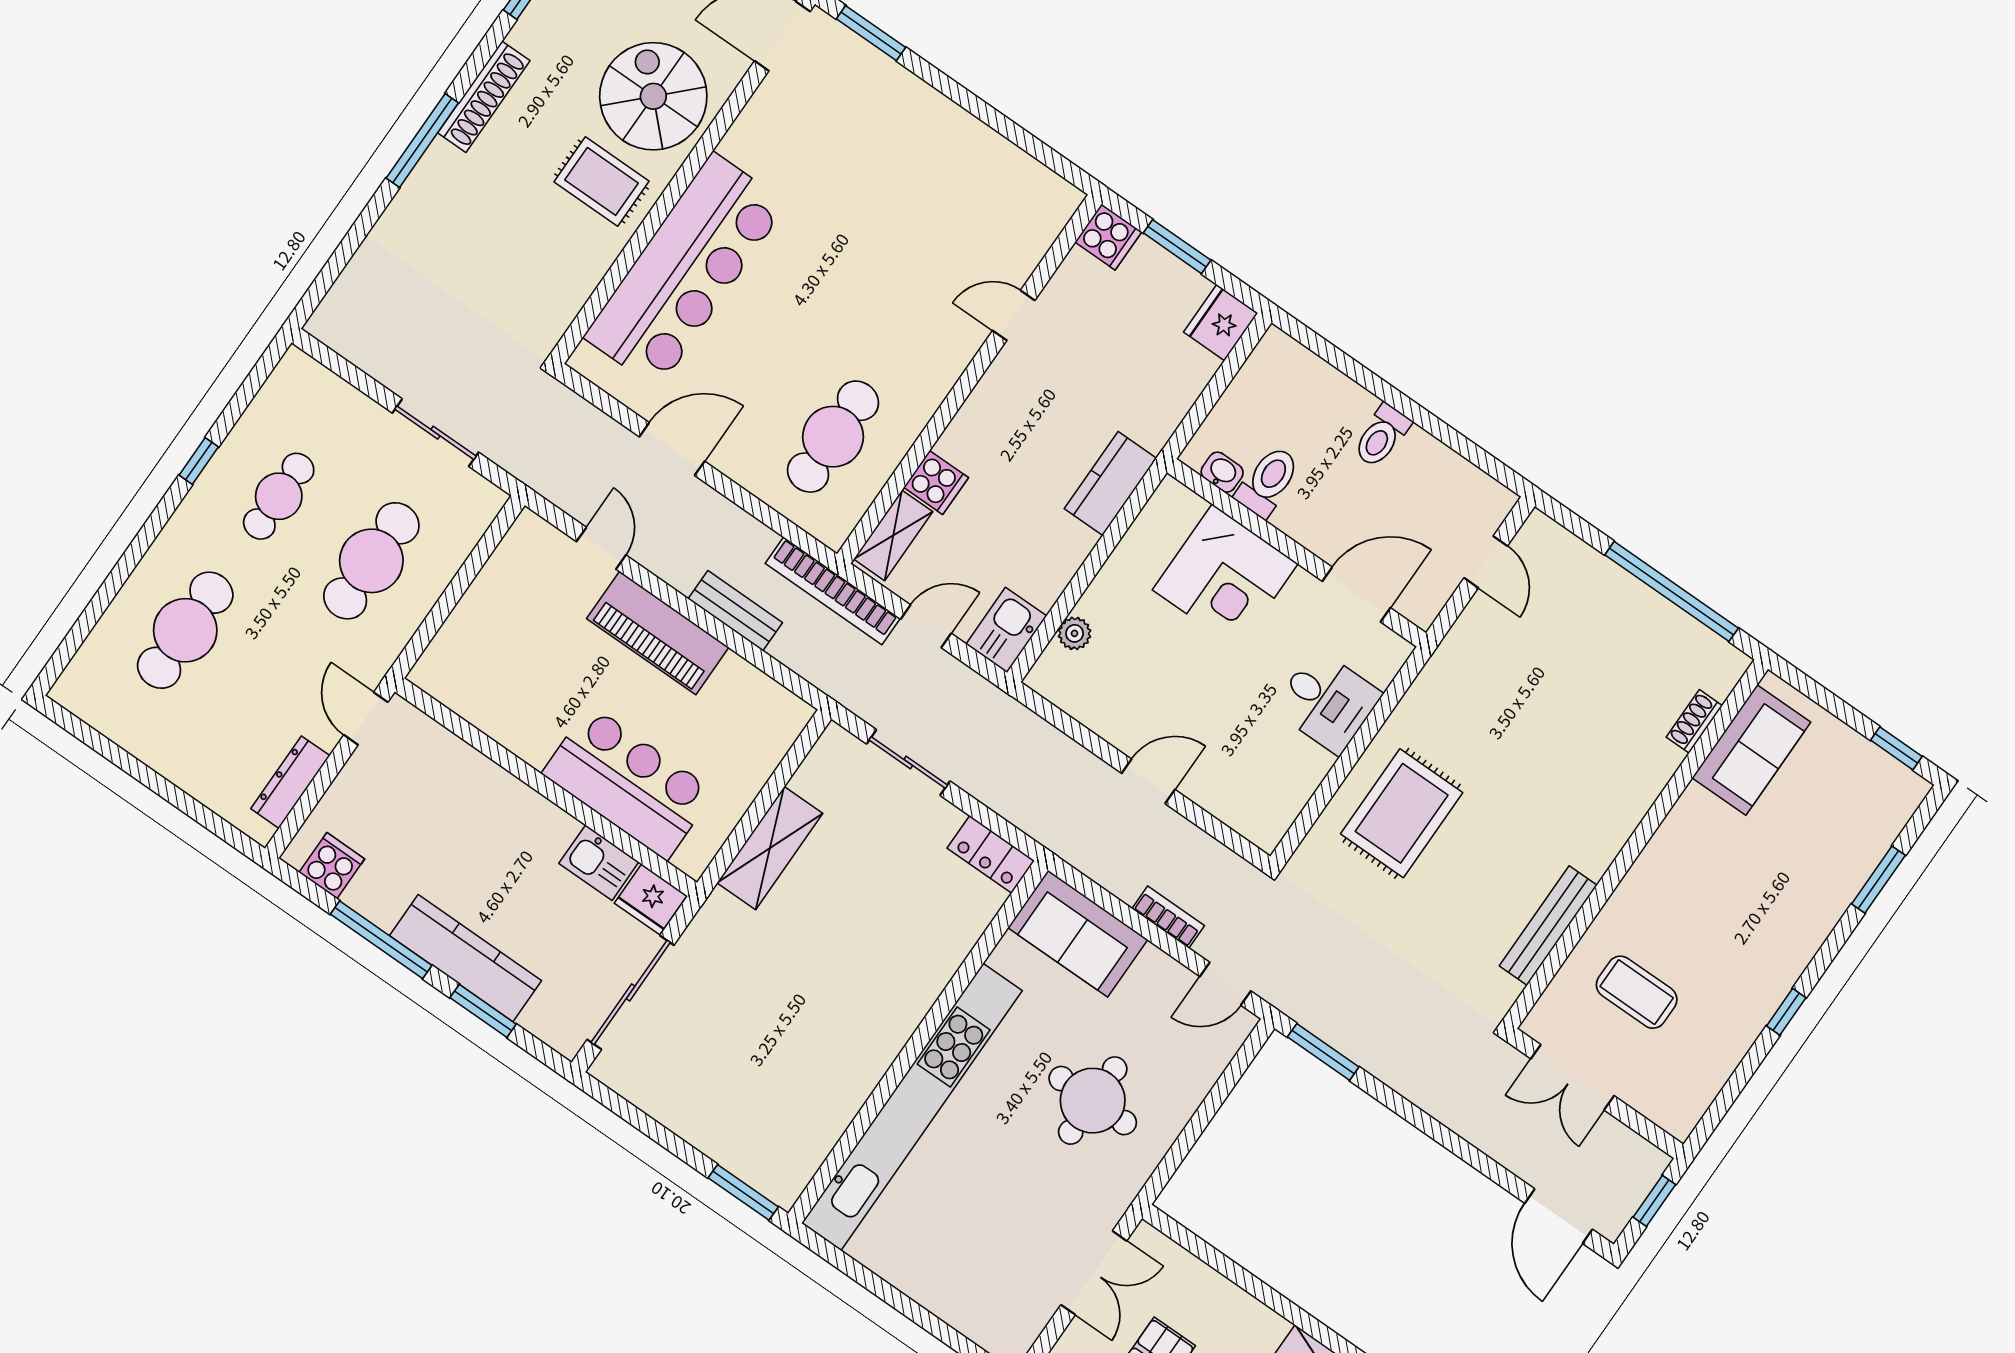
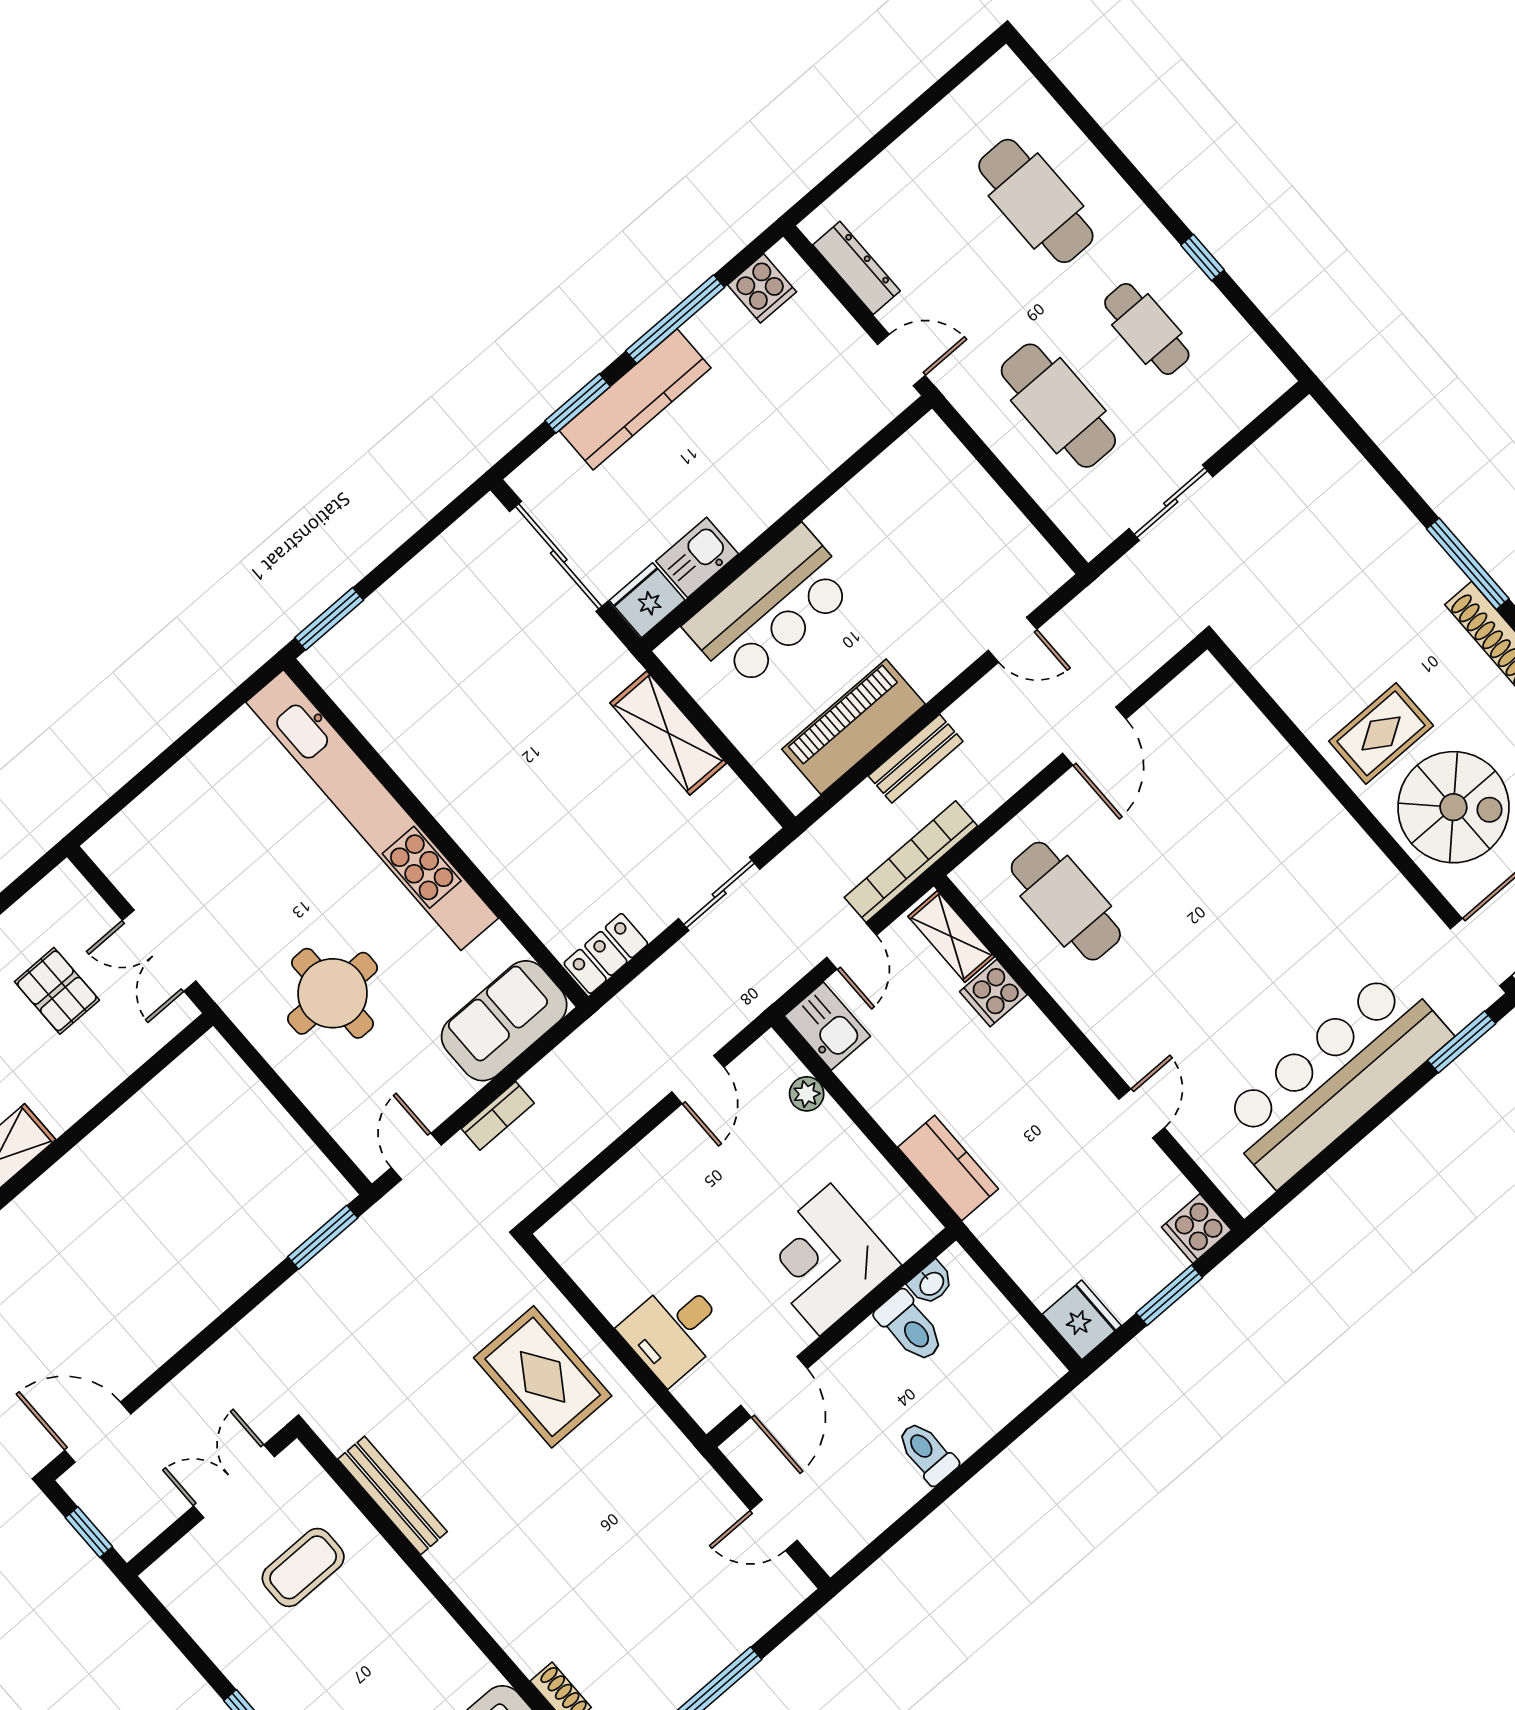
bar counter: (686, 270) -> (1334, 1077), moved, turned 90
piano: (658, 633) -> (853, 727), moved
door: (1148, 781) -> (698, 1080), moved

